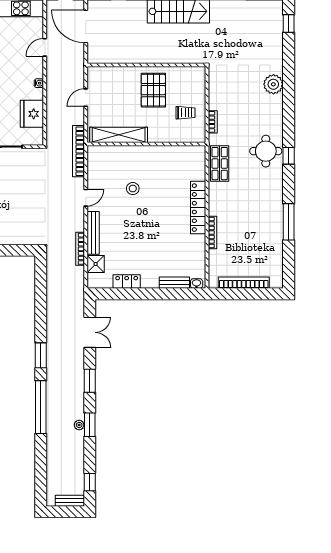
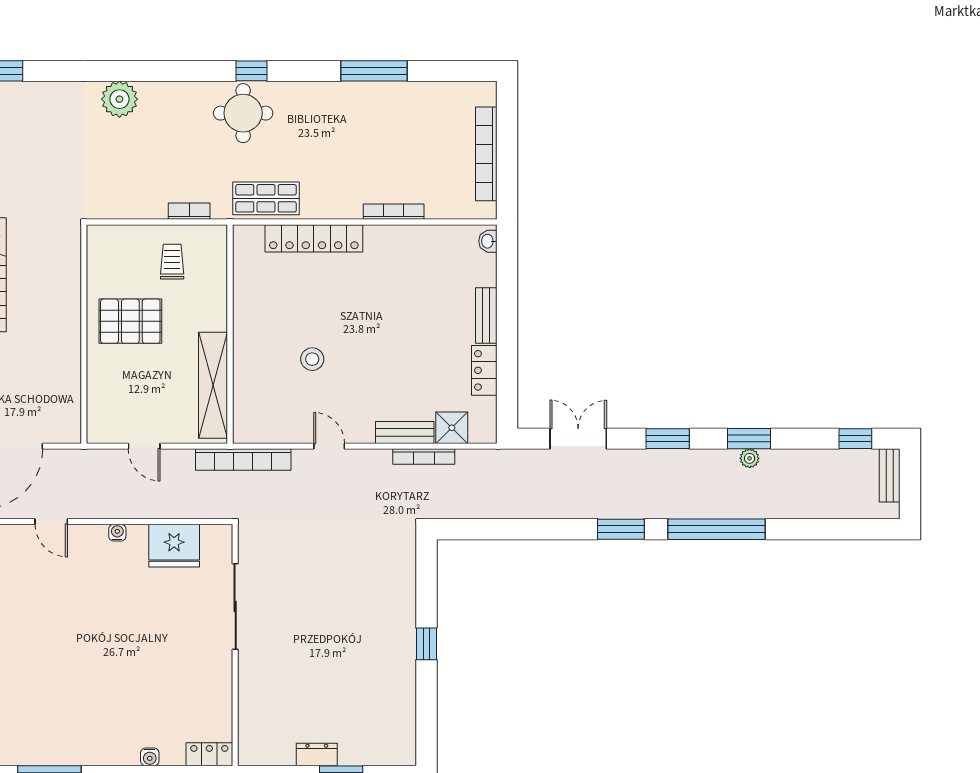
locker: (198, 208) -> (314, 238), moved
bench: (93, 233) -> (405, 433), width x0.73
bench: (174, 283) -> (486, 315), moved

